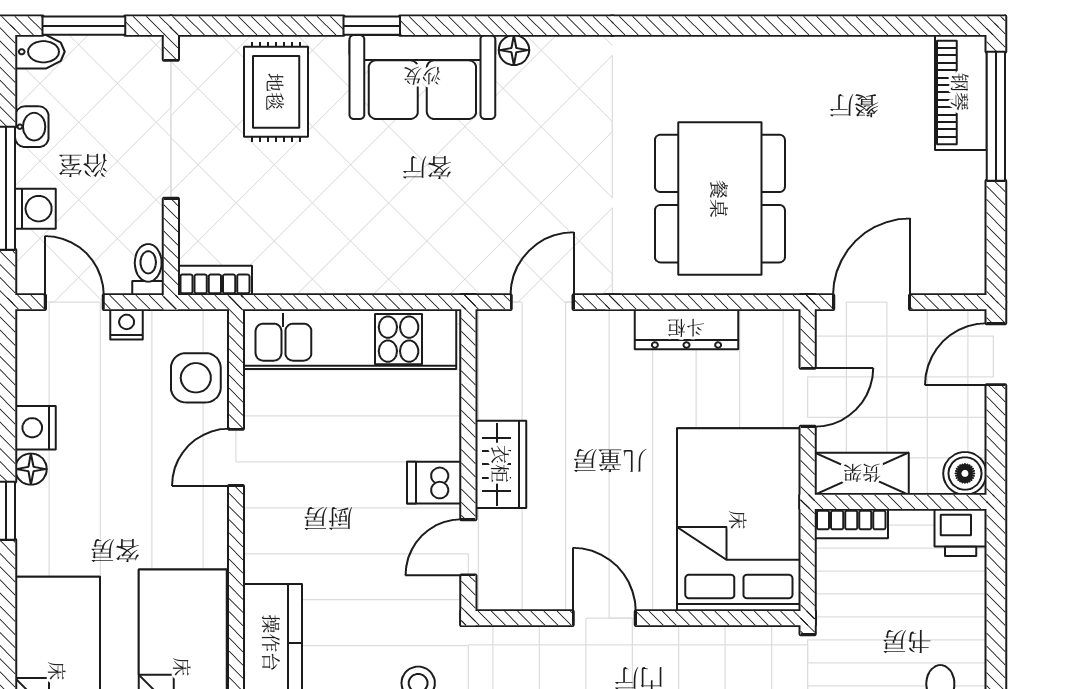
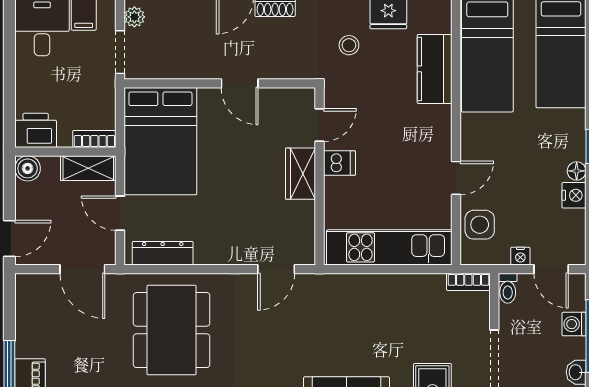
door: (872, 302) -> (82, 269), hinge flipped
dresser: (686, 329) -> (163, 253), moved
door: (808, 397) -> (120, 213), hinge flipped
printer: (961, 532) -> (36, 130), width x1.36, depth x1.24

